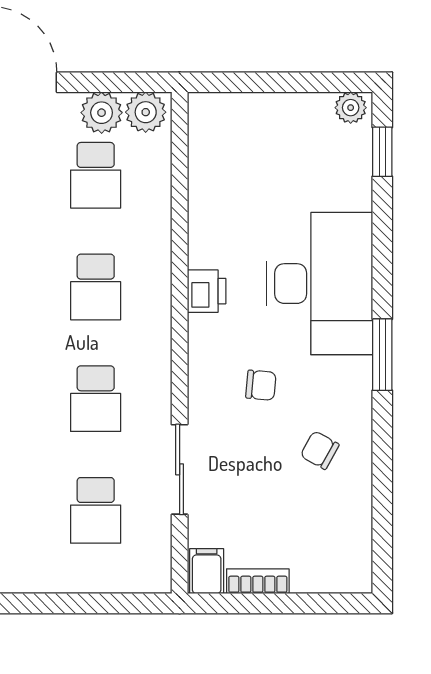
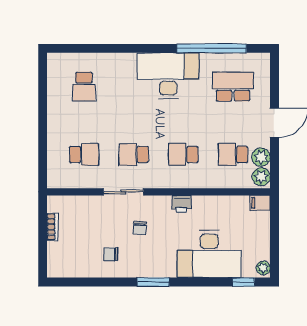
desk: (319, 284) -> (209, 254), moved
chair: (320, 450) -> (111, 254), turned -119
sliding door: (180, 469) -> (123, 192), moved
school desk: (96, 510) -> (84, 154), turned 180
filing cabinet: (207, 571) -> (260, 203), moved, turned 180

